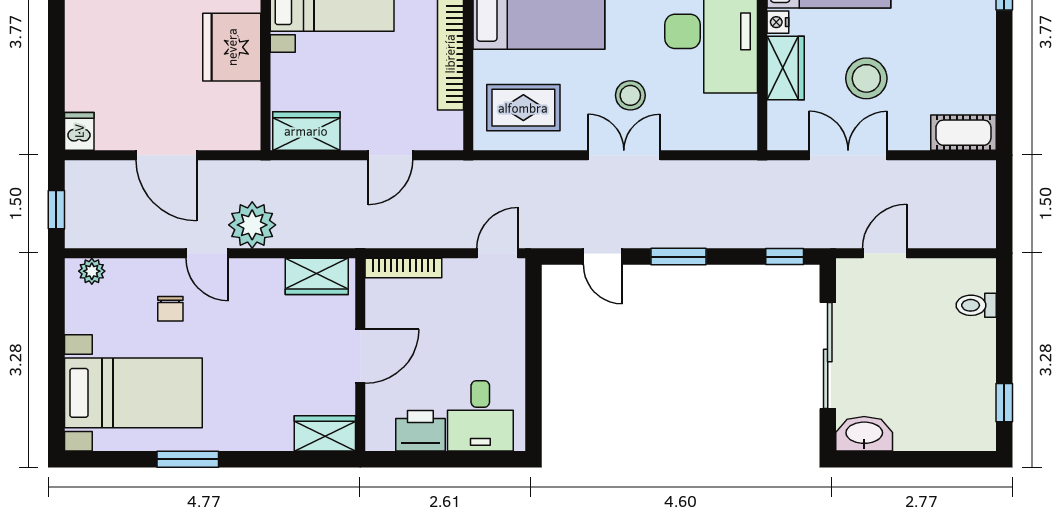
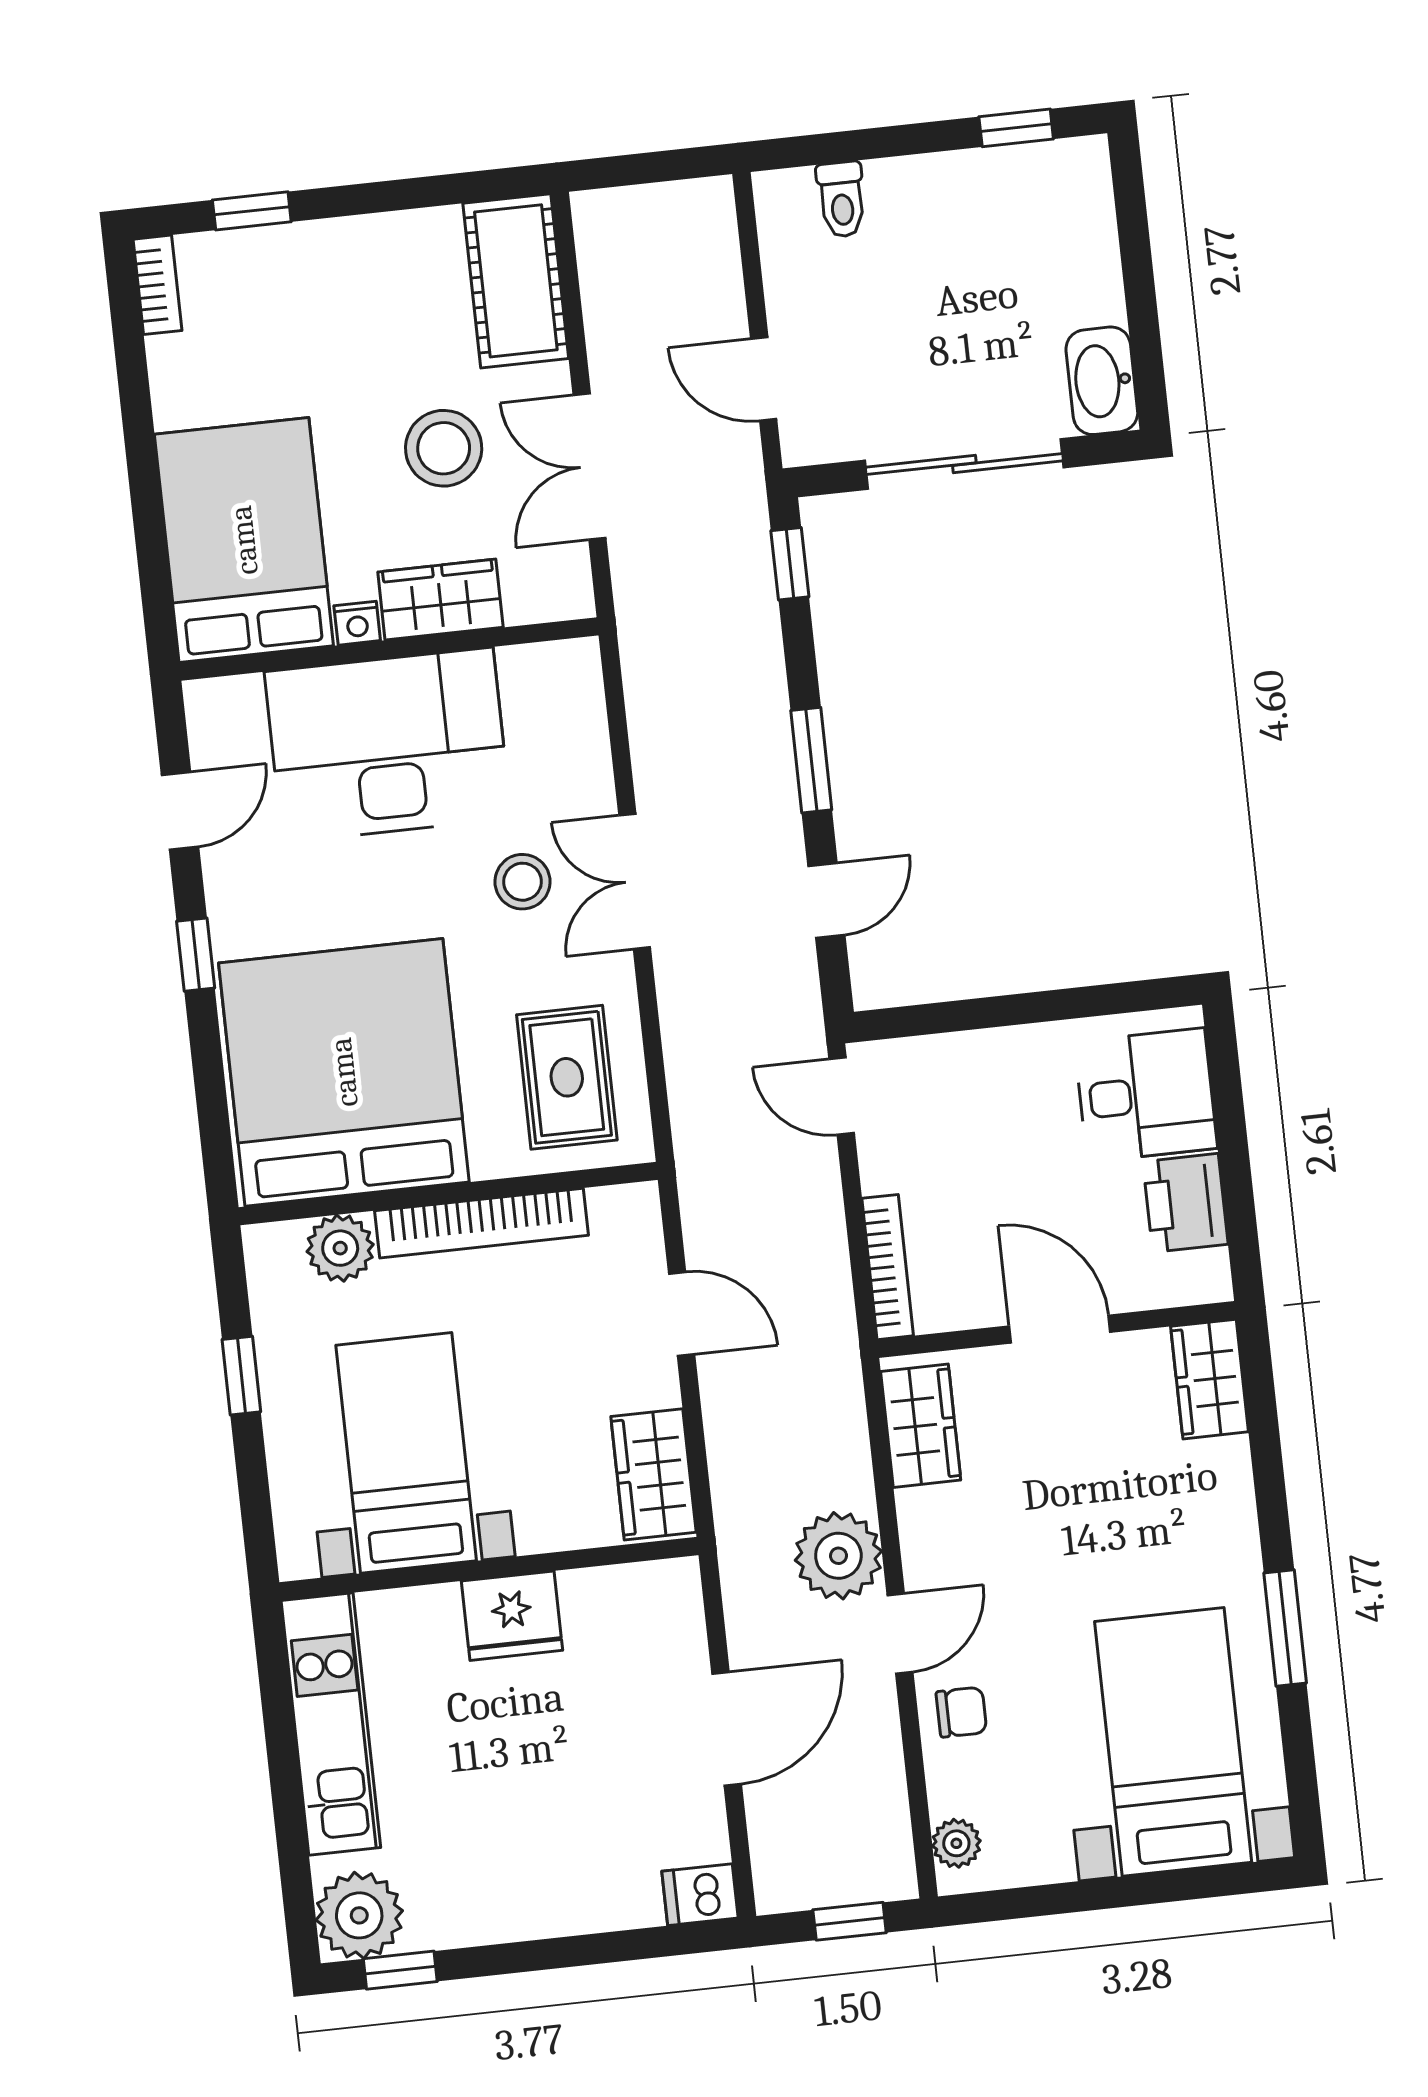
fridge: (232, 47) -> (512, 1616), width x0.73, depth x0.75
cot: (963, 133) -> (516, 281), width x1.37, depth x1.34
chair: (170, 309) -> (961, 1712), moved

